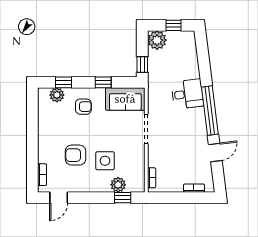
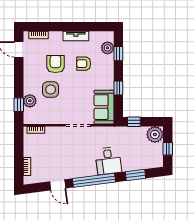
window: (204, 63) -> (136, 175), added
armchair: (83, 107) -> (84, 64), moved, turned 90
tv unit: (43, 132) -> (76, 36), added

